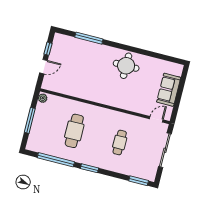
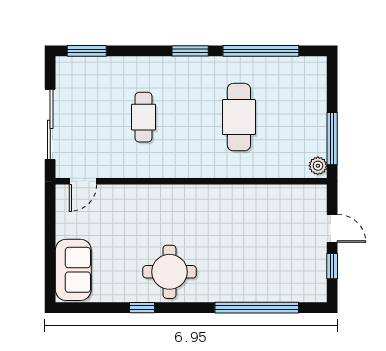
window: (89, 38) -> (257, 308), width x1.46
window: (143, 52) -> (142, 308), added
door: (43, 67) -> (332, 228), swing flipped
sofa: (169, 90) -> (73, 270), moved
window: (30, 120) -> (332, 139), moved

